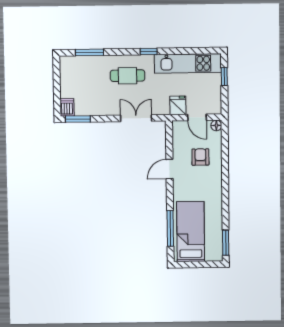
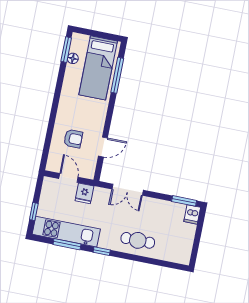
window: (89, 52) -> (67, 244), moved
cafe table: (128, 76) -> (138, 240), moved
floor lamp: (216, 125) -> (73, 58), moved
armchair: (200, 157) -> (73, 139), turned -90
door: (170, 169) -> (103, 147), moved

